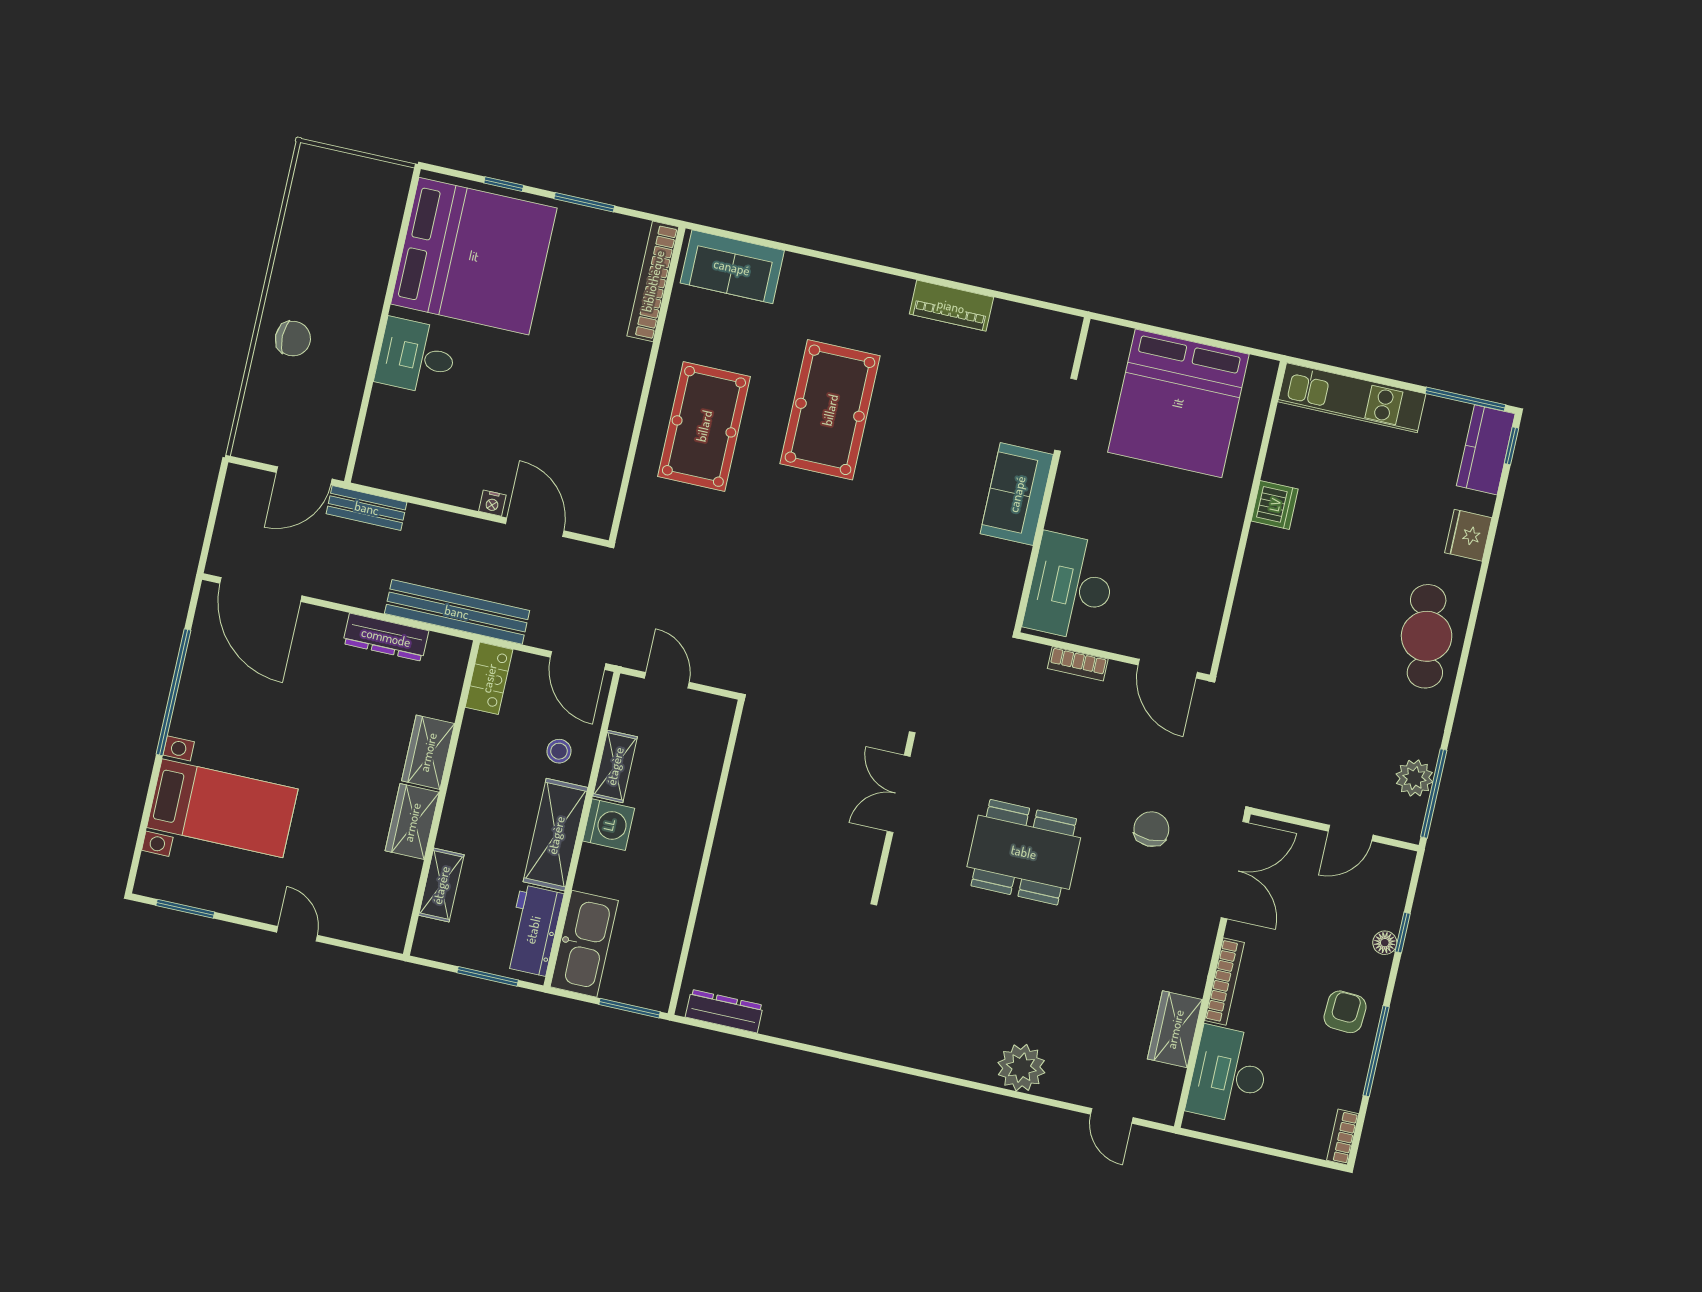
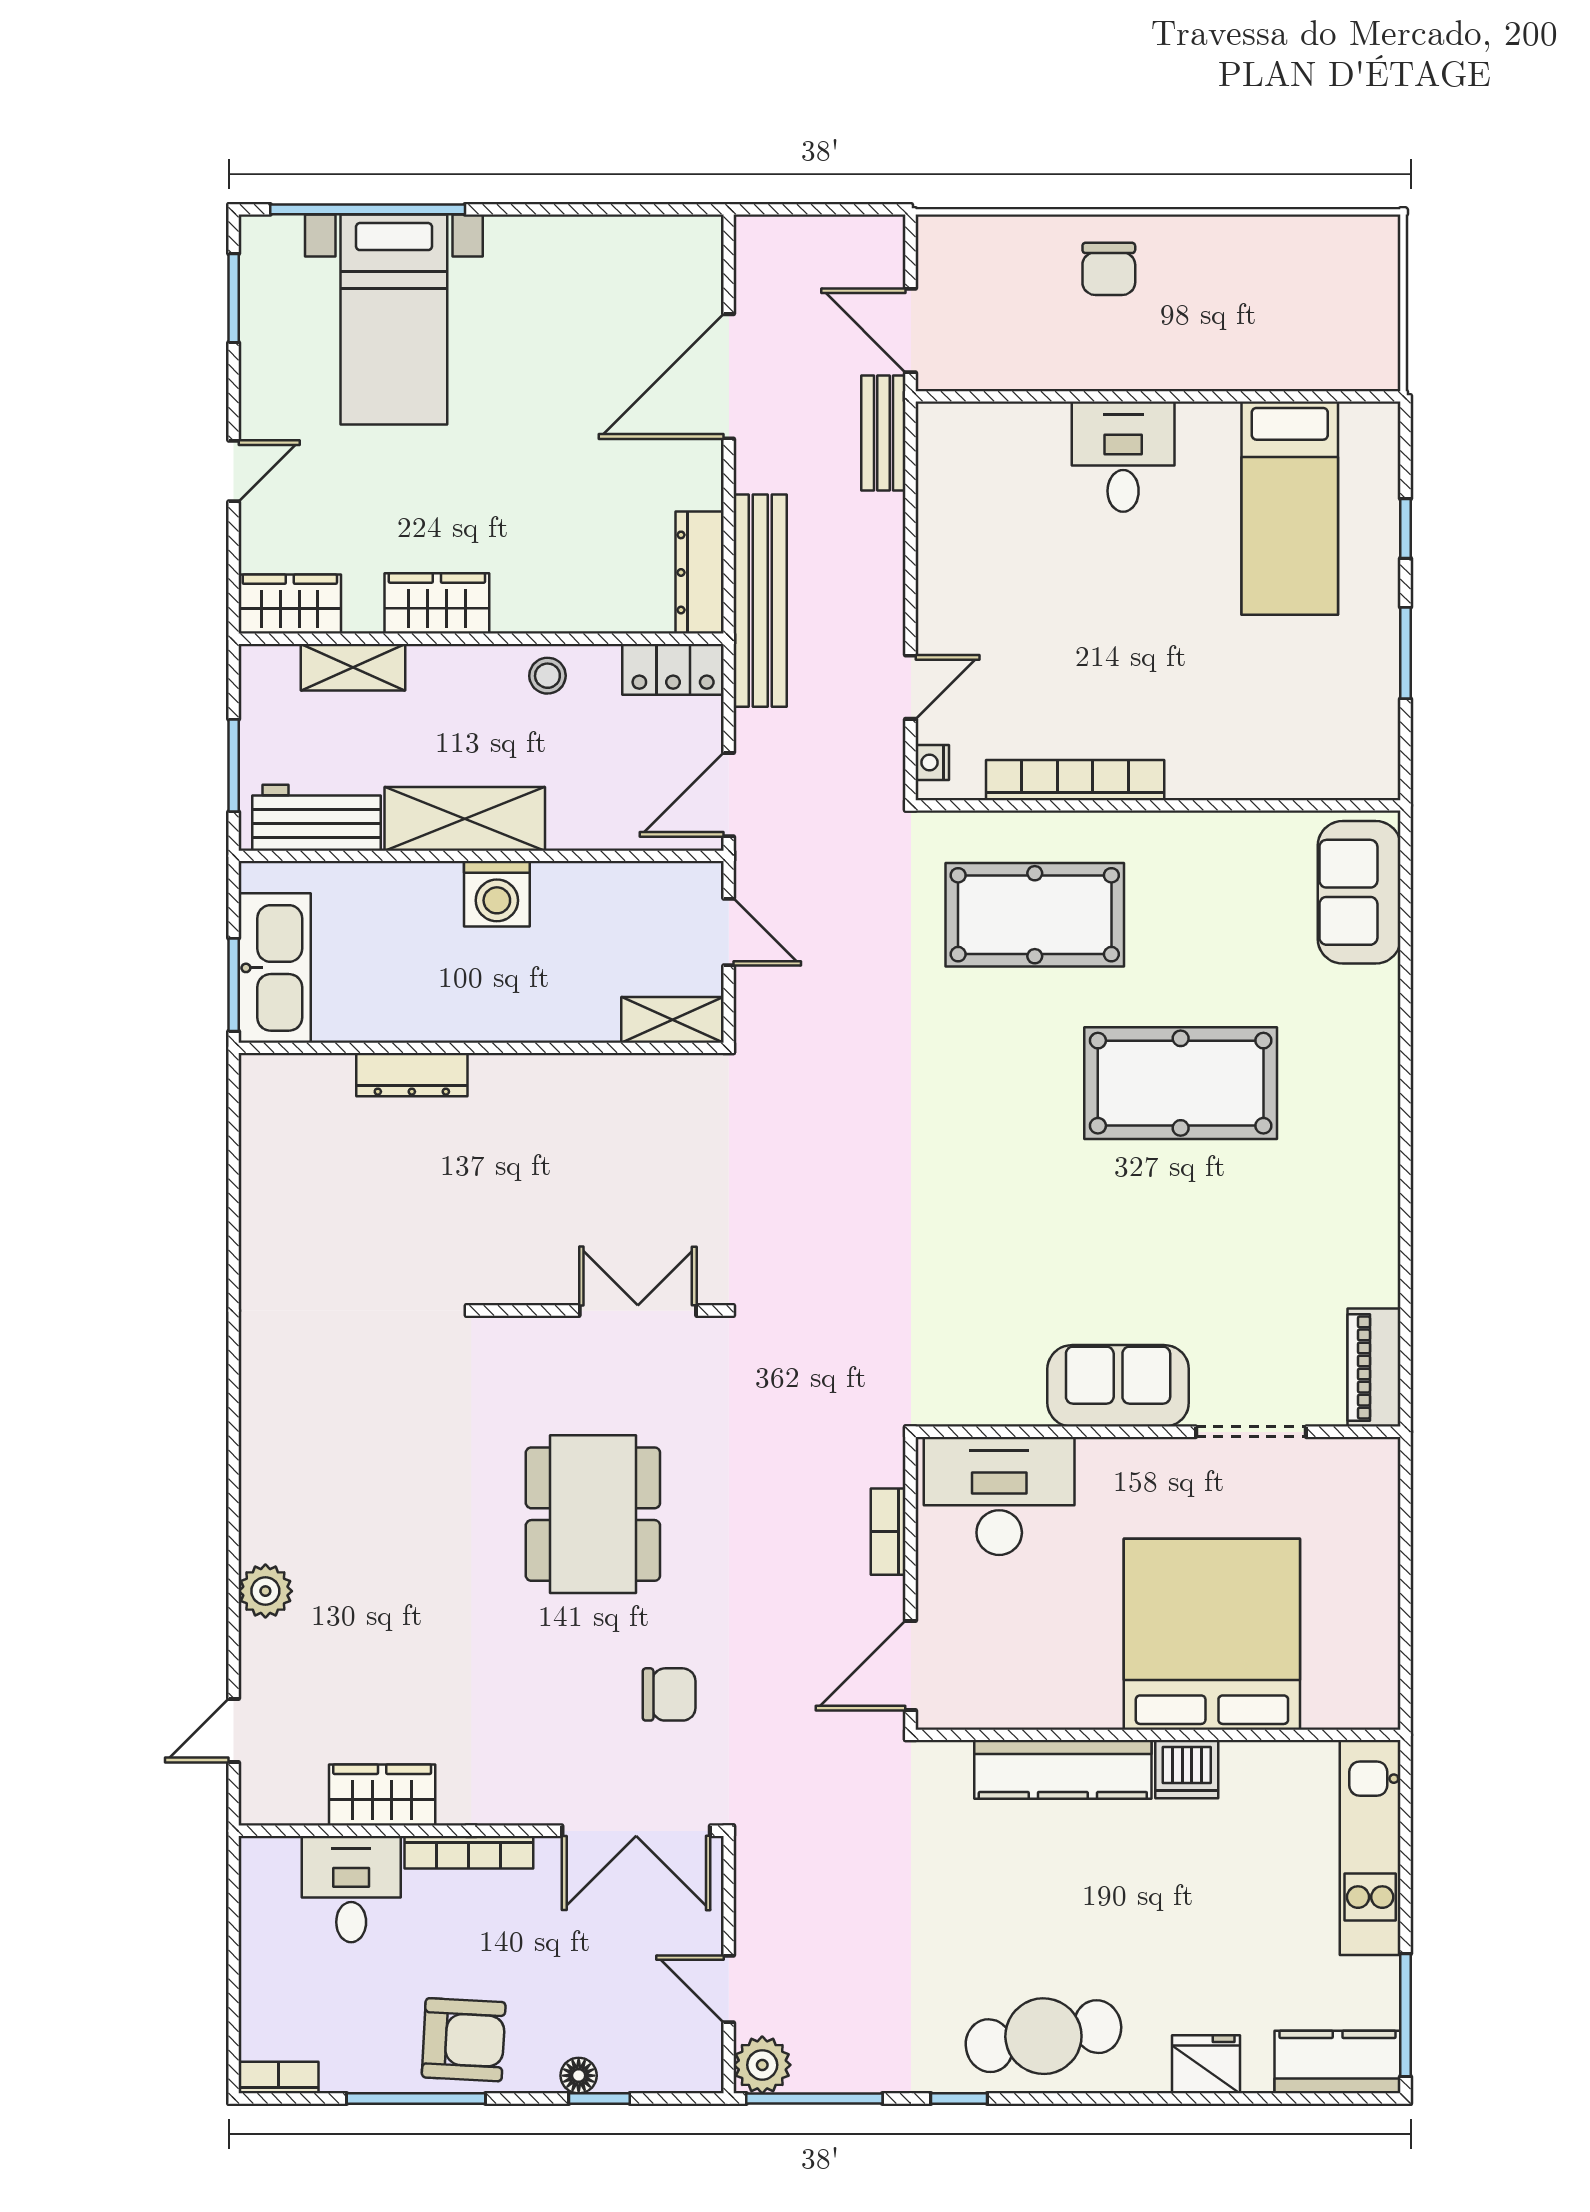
bed: (474, 256) -> (1290, 508), width x0.49
bookcase: (653, 281) -> (1075, 780), moved
piano: (951, 306) -> (1374, 1368), moved
bed: (1178, 403) -> (1212, 1634), moved, turned 90
pool table: (704, 426) -> (1035, 915), moved
window: (1511, 446) -> (959, 2098), moved
nightstand: (492, 503) -> (932, 763), moved
door: (535, 527) -> (911, 687), width x0.73
kitchen counter: (1257, 585) -> (1063, 1769), added
door: (261, 590) -> (729, 376), moved
dresser: (386, 637) -> (700, 572), moved
door: (667, 680) -> (729, 932), hinge flipped
window: (173, 692) -> (368, 209), moved
stool: (559, 751) -> (547, 676), moved
wardrobe: (428, 752) -> (290, 604), moved
shelving: (615, 766) -> (673, 1020), moved
plant: (1414, 778) -> (762, 2065), moved
kitchen sink: (584, 944) -> (275, 968), moved, turned -90
dresser: (724, 1011) -> (412, 1075), moved, turned 90
armchair: (1345, 1012) -> (464, 2040), width x1.38, depth x1.38
plant: (1021, 1068) -> (265, 1591), width x0.73, depth x0.73
desk: (1229, 1075) -> (351, 1889), width x0.73

